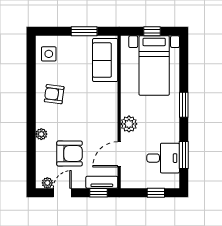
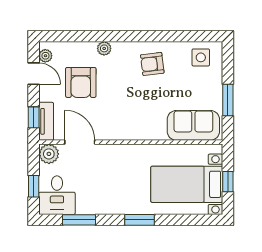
armchair: (54, 94) -> (152, 64), turned -104
plant: (129, 124) -> (49, 154), moved
desk: (163, 158) -> (57, 195), moved

